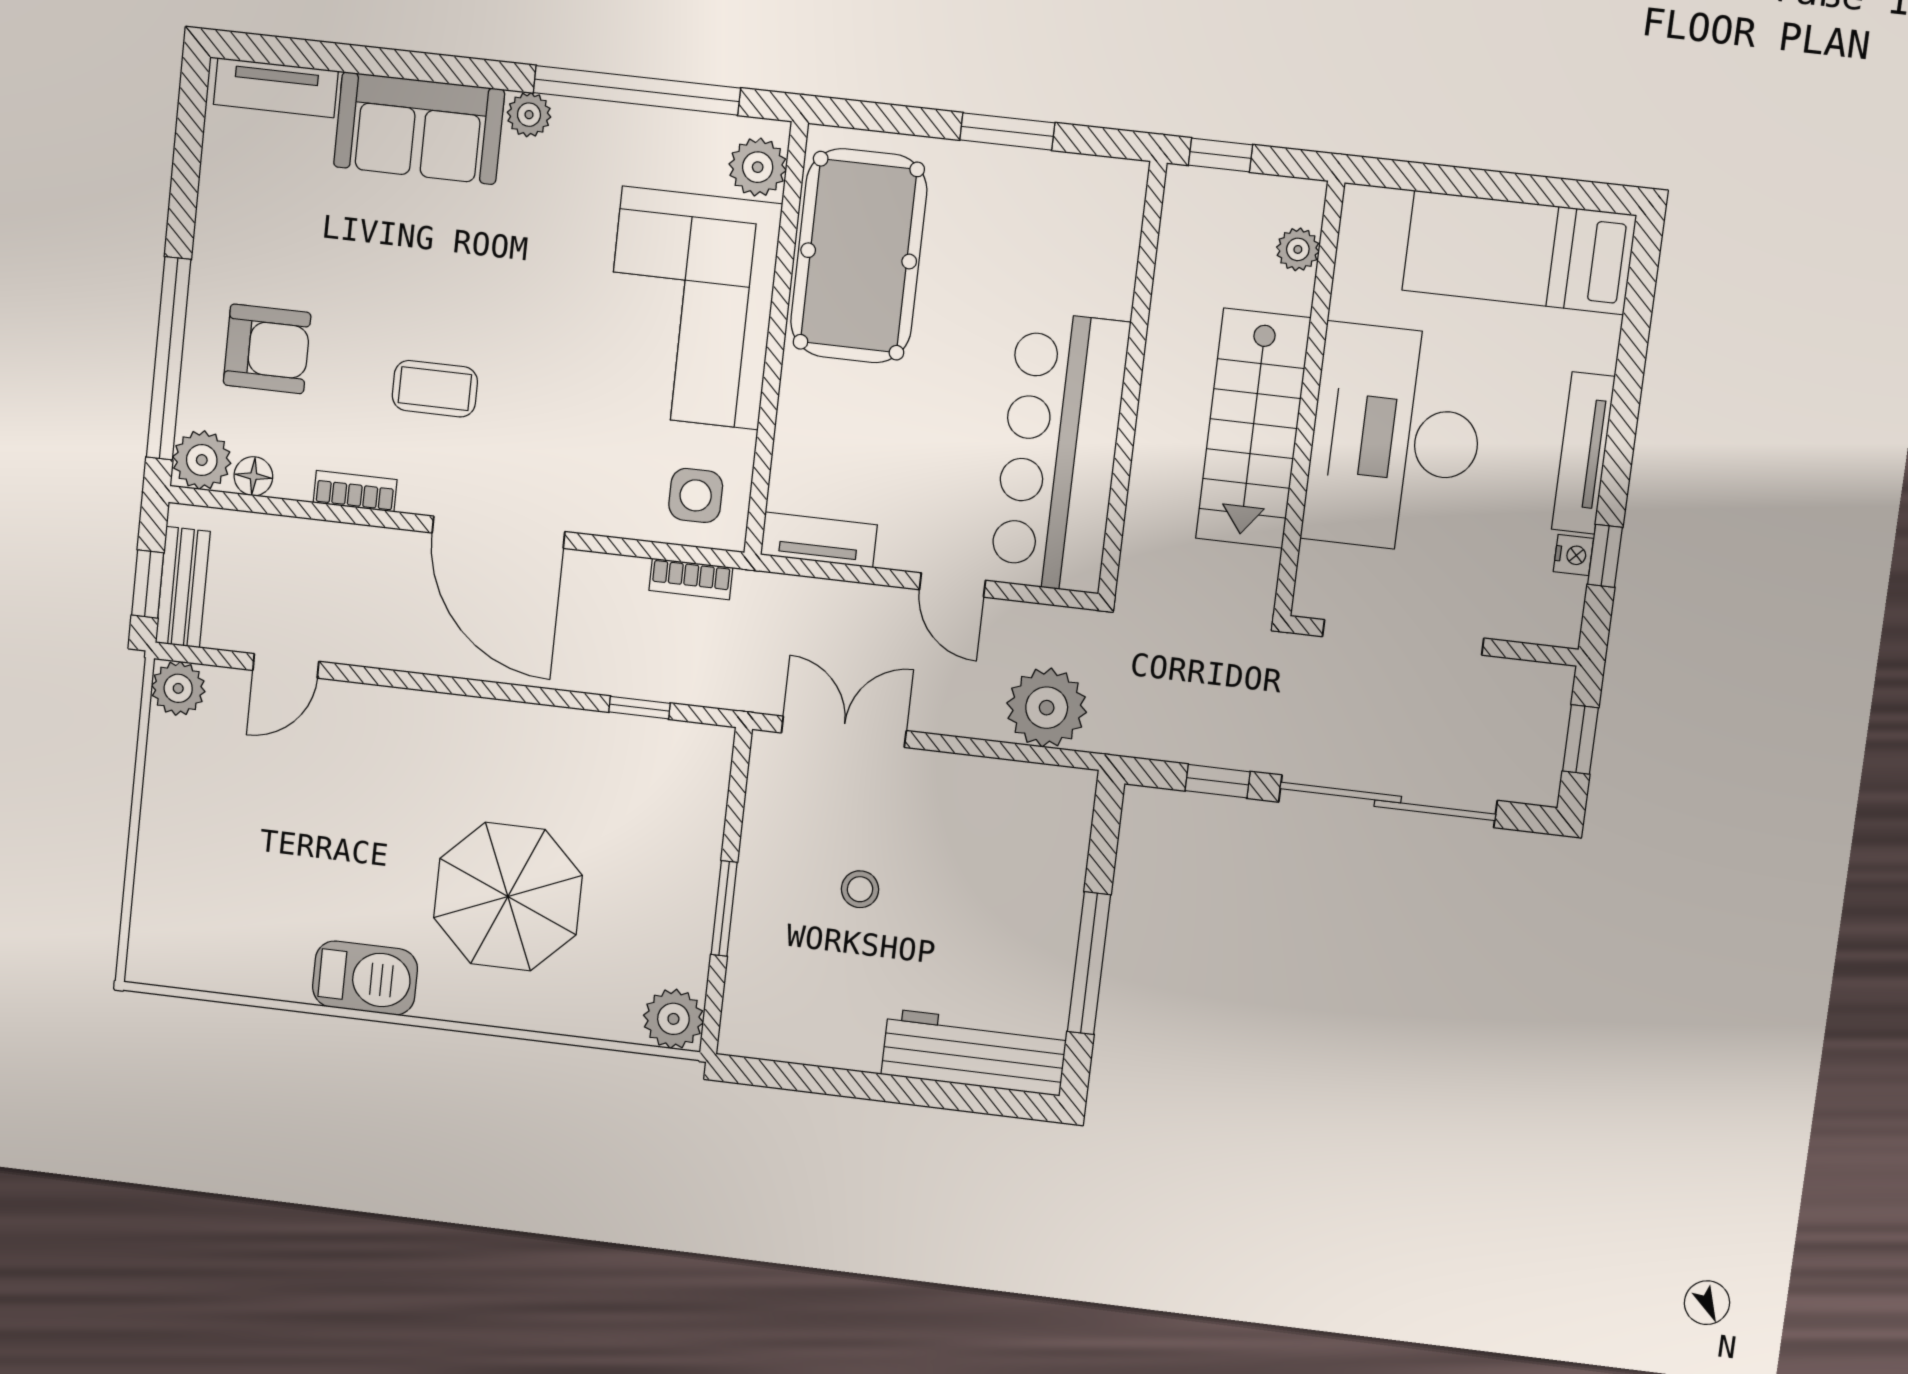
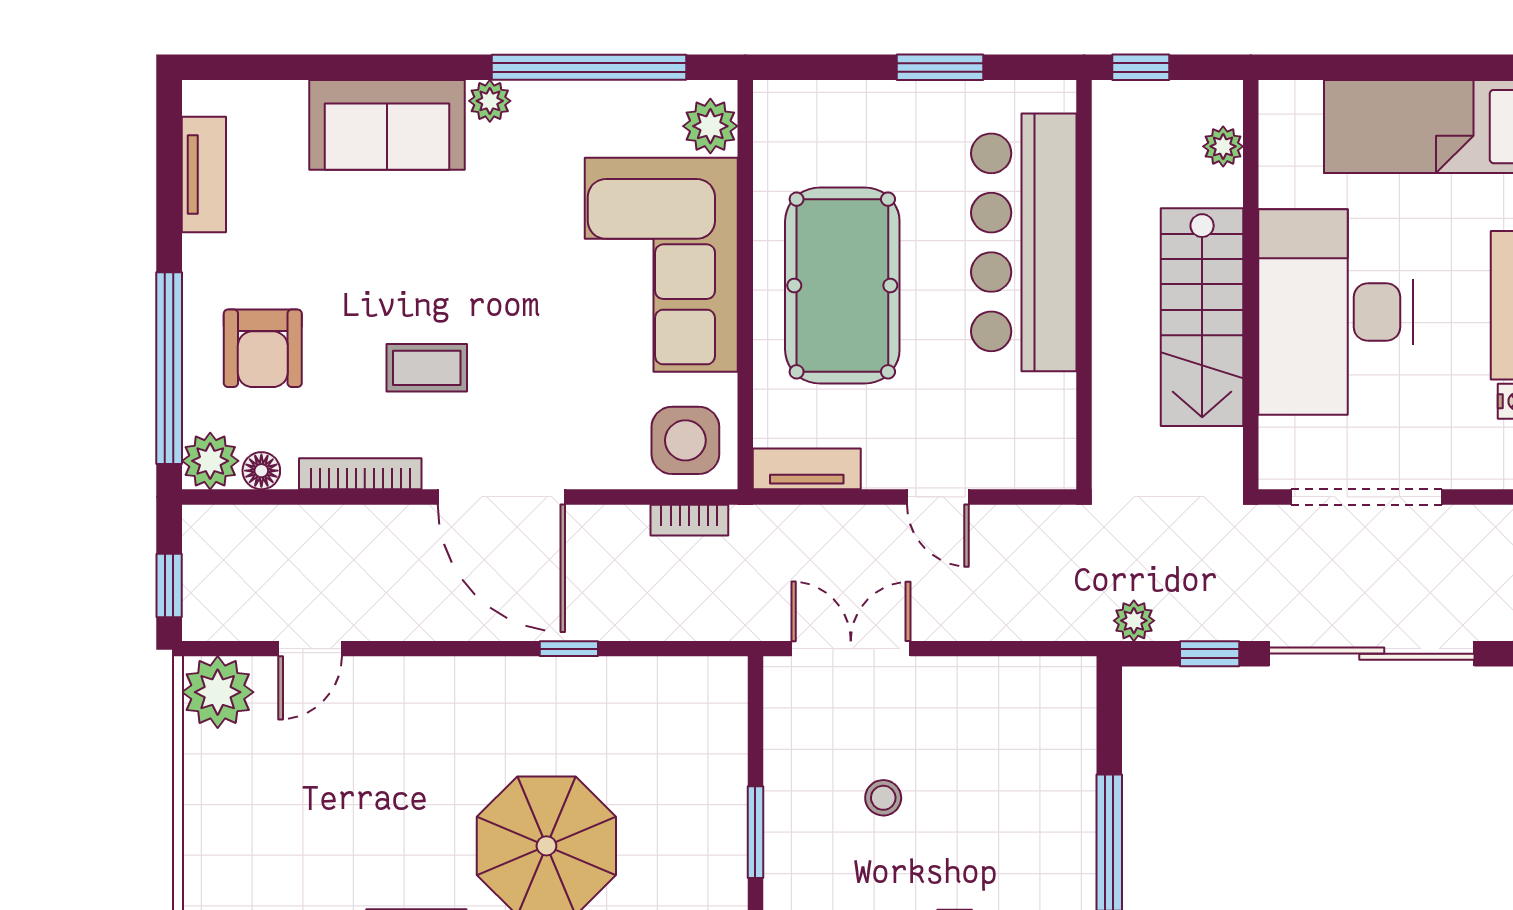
tv unit: (276, 88) -> (204, 174), moved, turned -90
pool table: (859, 256) -> (842, 285), moved
armchair: (267, 349) -> (263, 348), turned 90
bar counter: (1059, 452) -> (1024, 242), moved
bookcase: (355, 491) -> (360, 474), width x1.56
side table: (696, 495) -> (685, 440), width x1.37, depth x1.37
bench: (183, 587) -> (203, 585), removed
plant: (178, 688) -> (218, 692), width x1.36, depth x1.36
window: (639, 708) -> (569, 649), moved
plant: (1047, 708) -> (1134, 621), moved, width x0.53, depth x0.53

